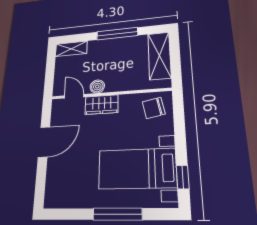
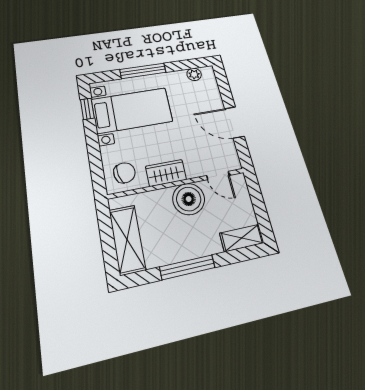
boiler: (97, 86) -> (189, 199), width x1.86, depth x1.86
wardrobe: (102, 105) -> (166, 173), moved
door: (44, 142) -> (234, 122), hinge flipped
plant: (65, 201) -> (194, 74), added

